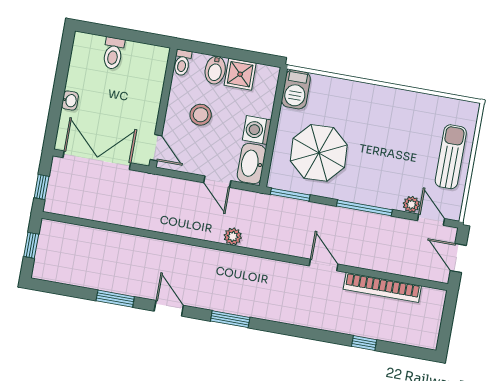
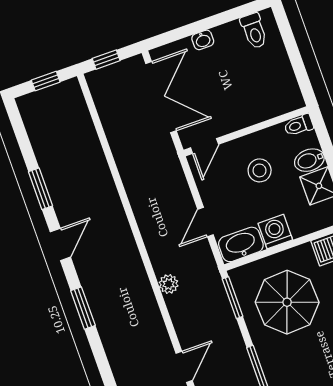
toilet: (113, 53) -> (254, 31), moved, turned -90
plant: (233, 236) -> (169, 284), moved

